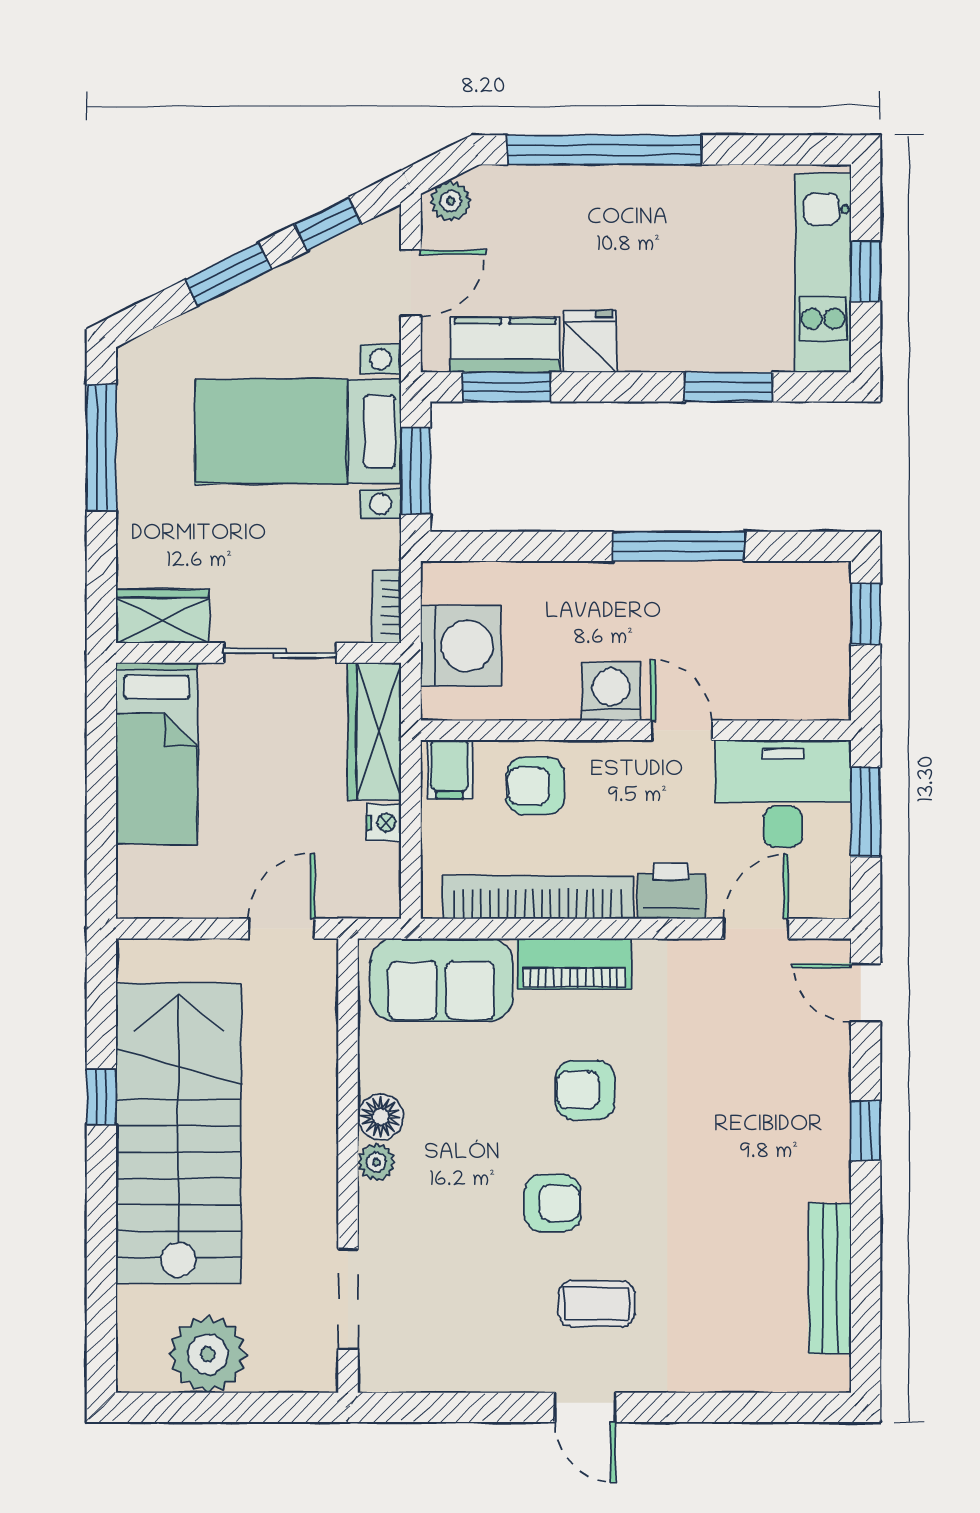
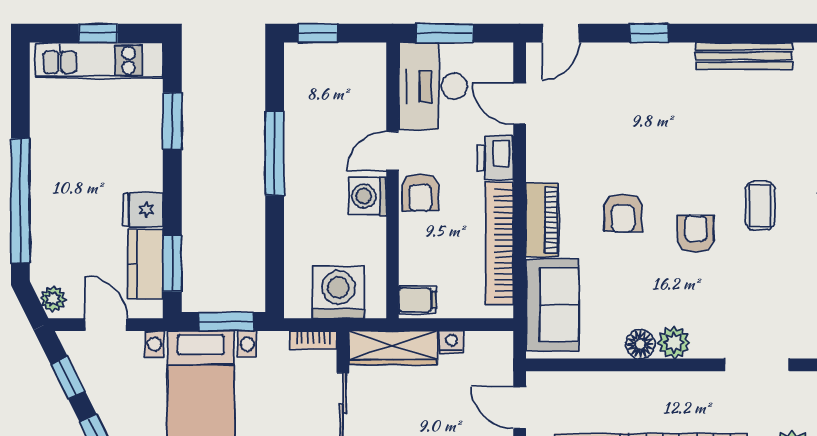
armchair: (536, 786) -> (420, 192), moved
plant: (376, 1162) -> (674, 342), width x1.38, depth x1.38

